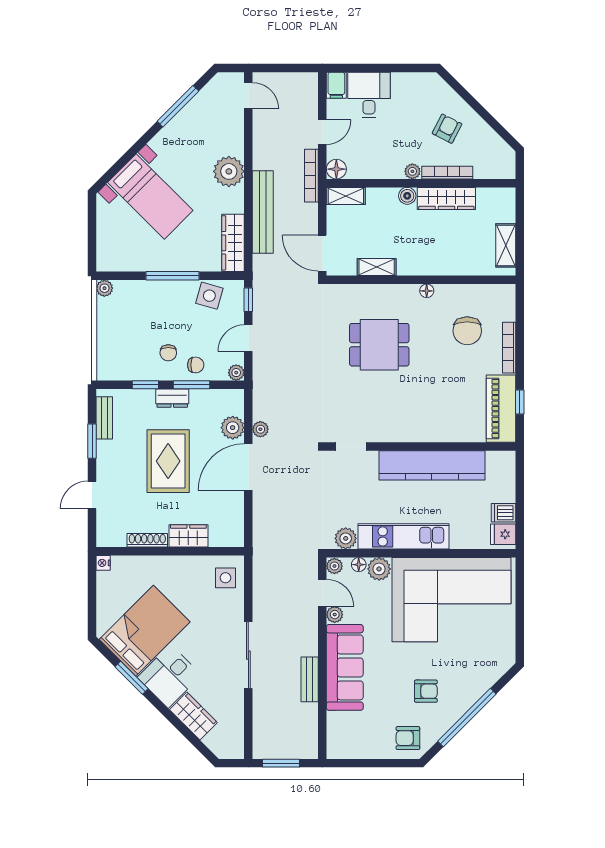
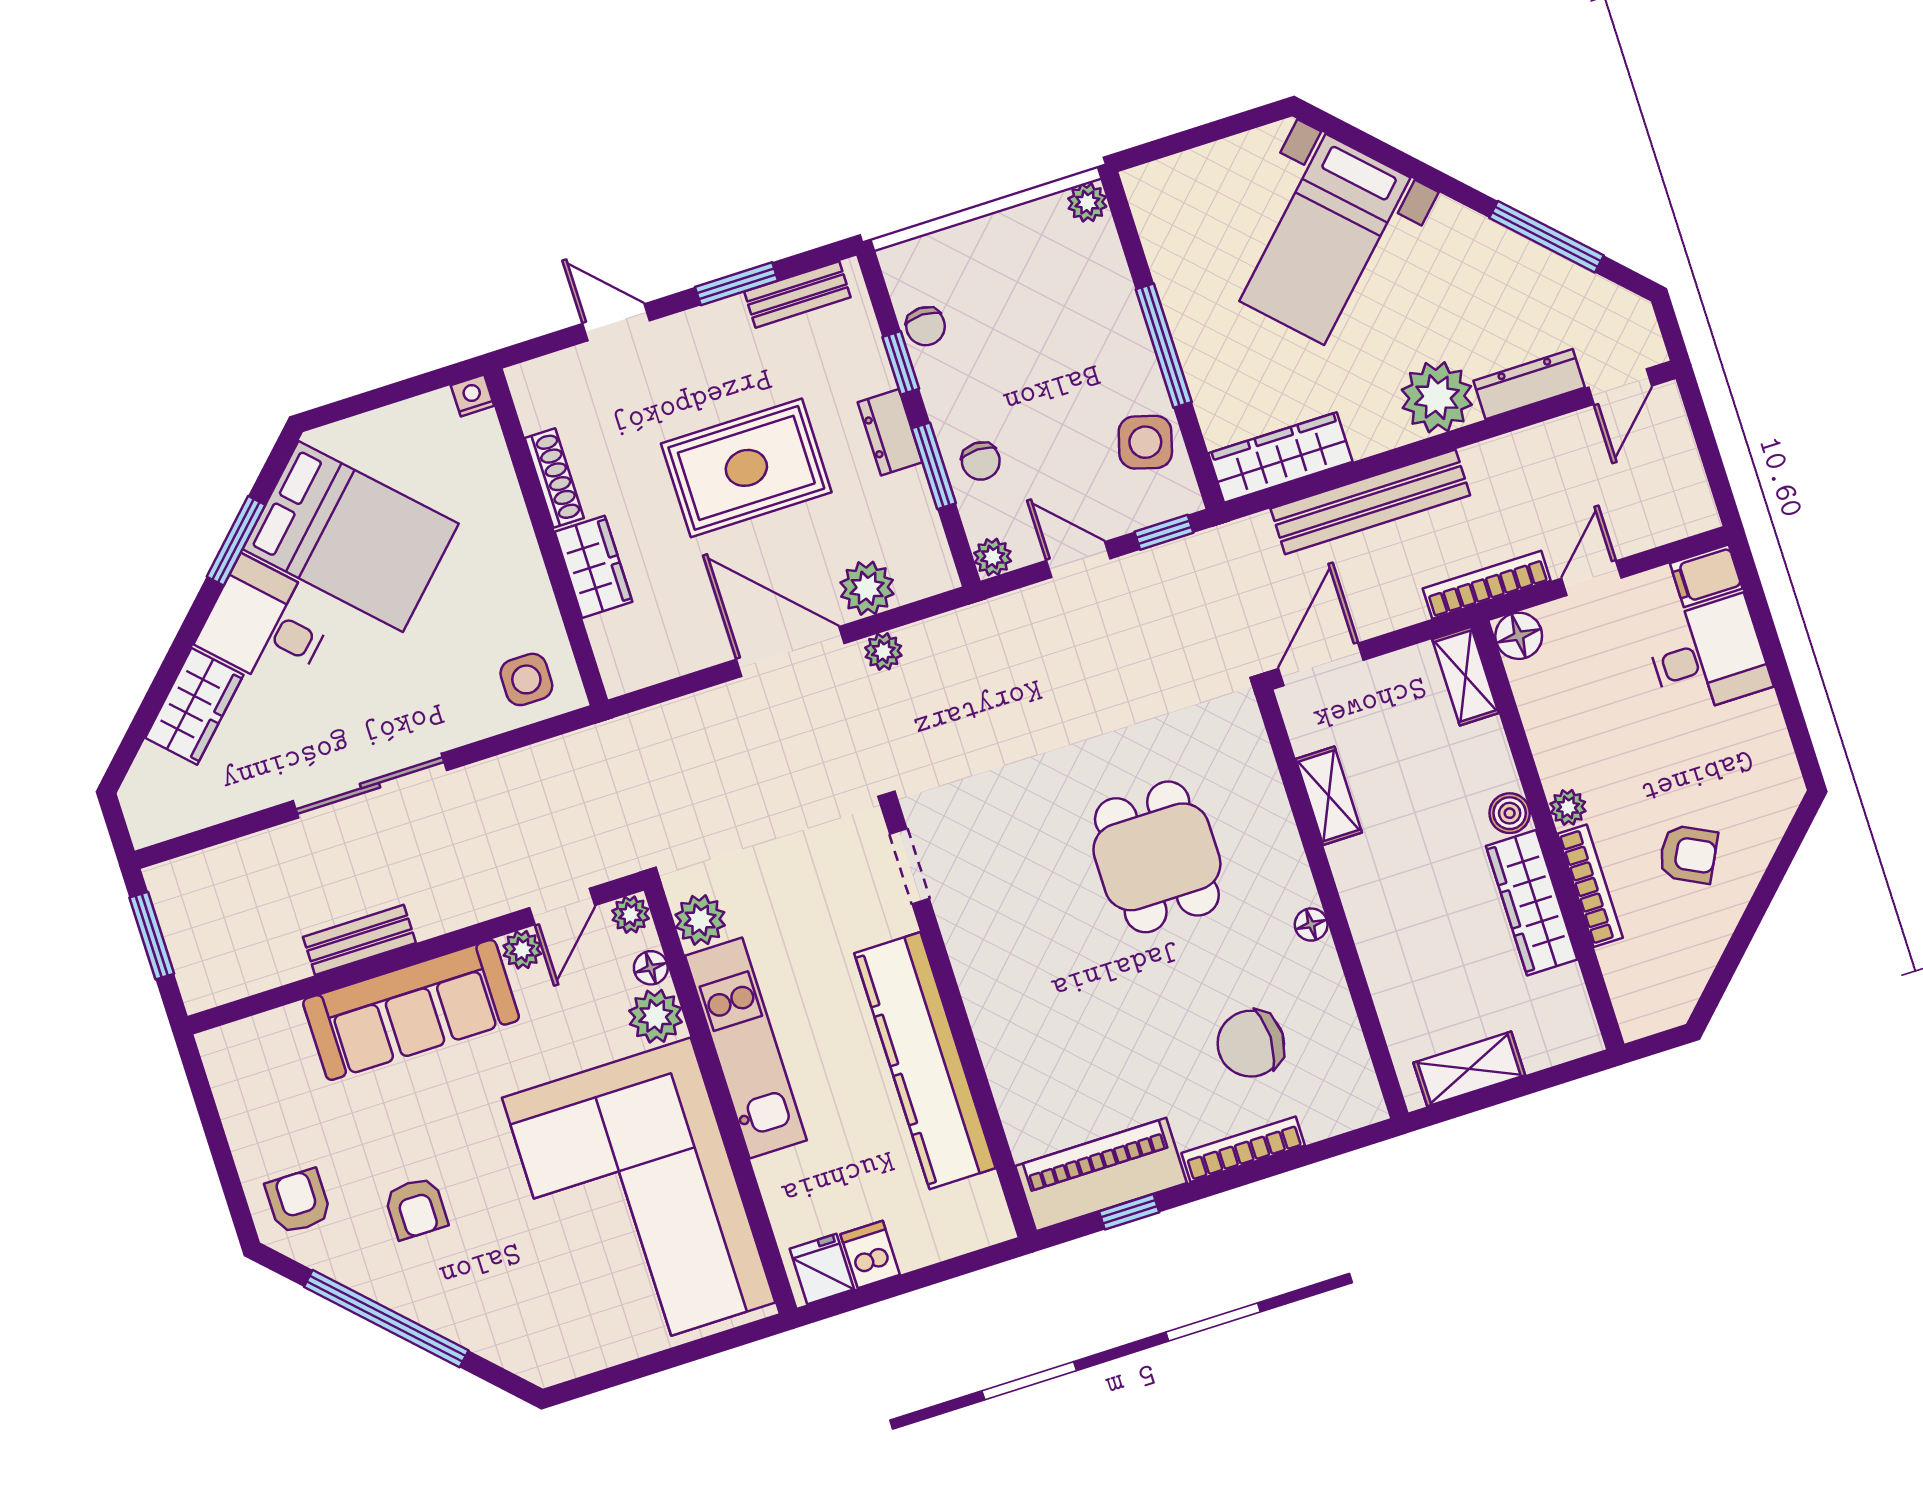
dresser: (236, 132) -> (1529, 384), added
door: (322, 132) -> (1591, 578), swing flipped
chair: (168, 353) -> (926, 326), moved, turned -90

